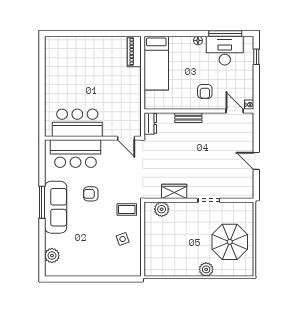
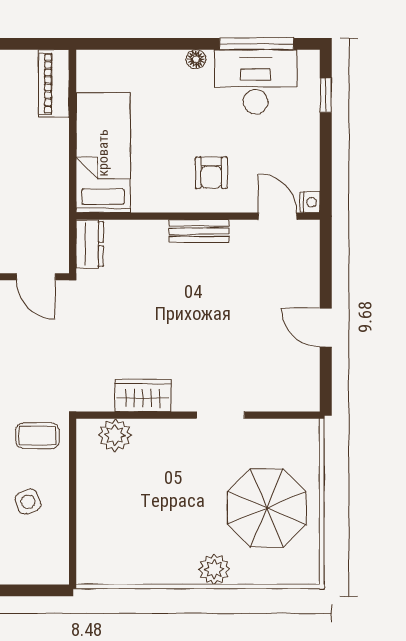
bed: (156, 63) -> (103, 153), moved, turned 180
bench: (188, 118) -> (199, 231), moved

